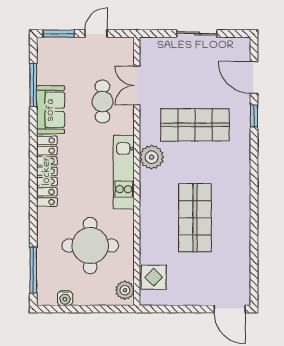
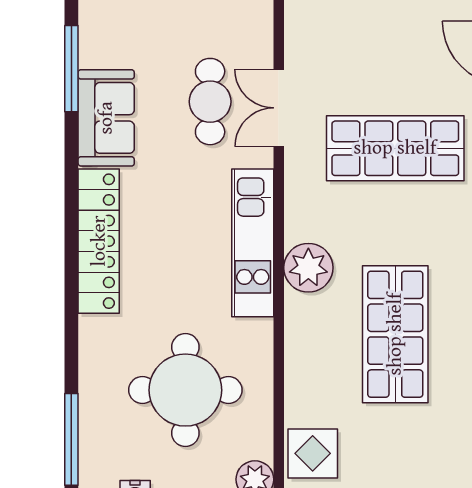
double door: (137, 86) -> (279, 108), moved
plant: (152, 157) -> (308, 268), moved

